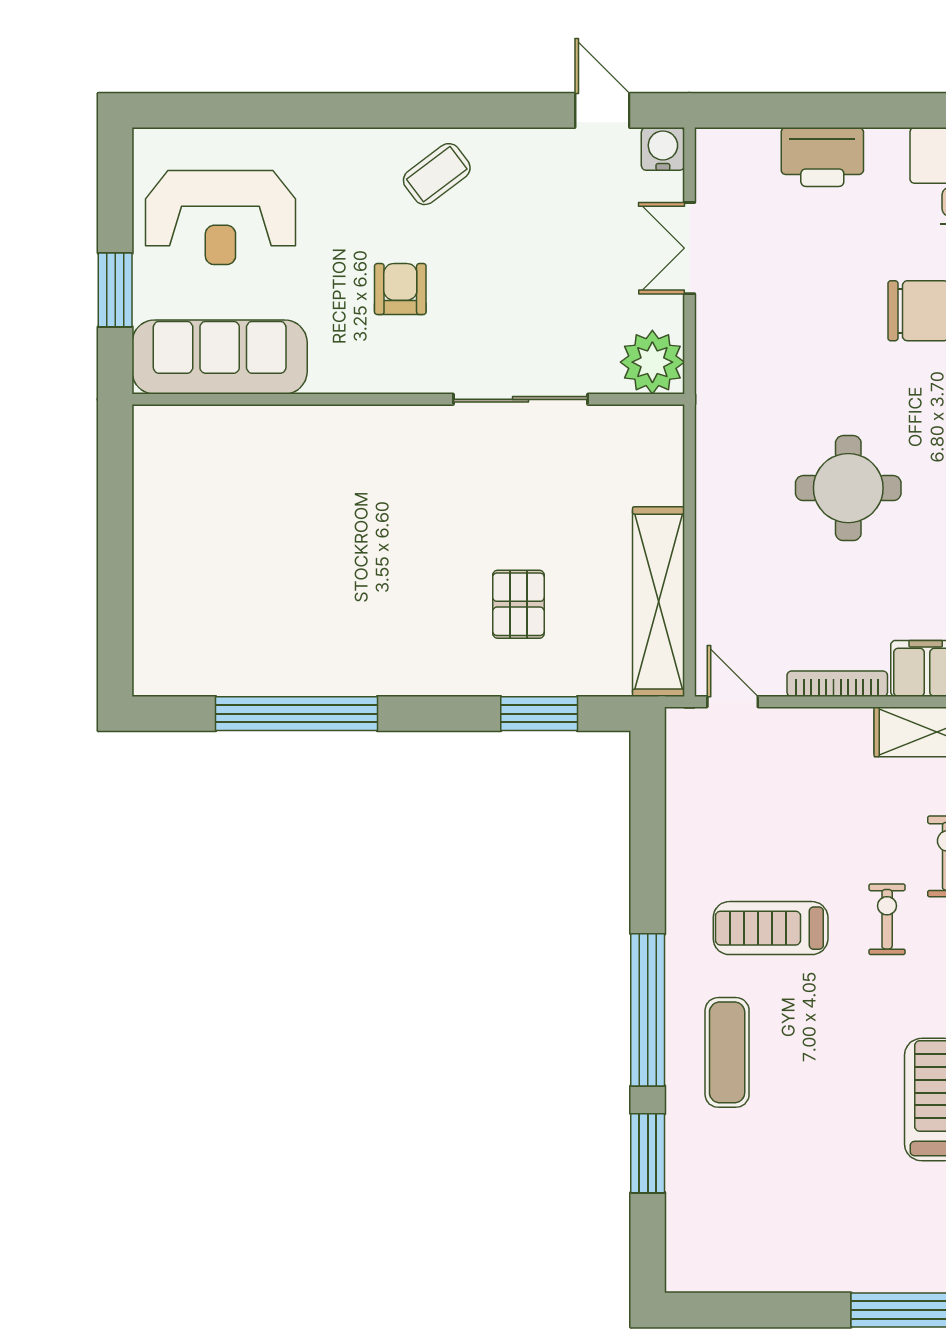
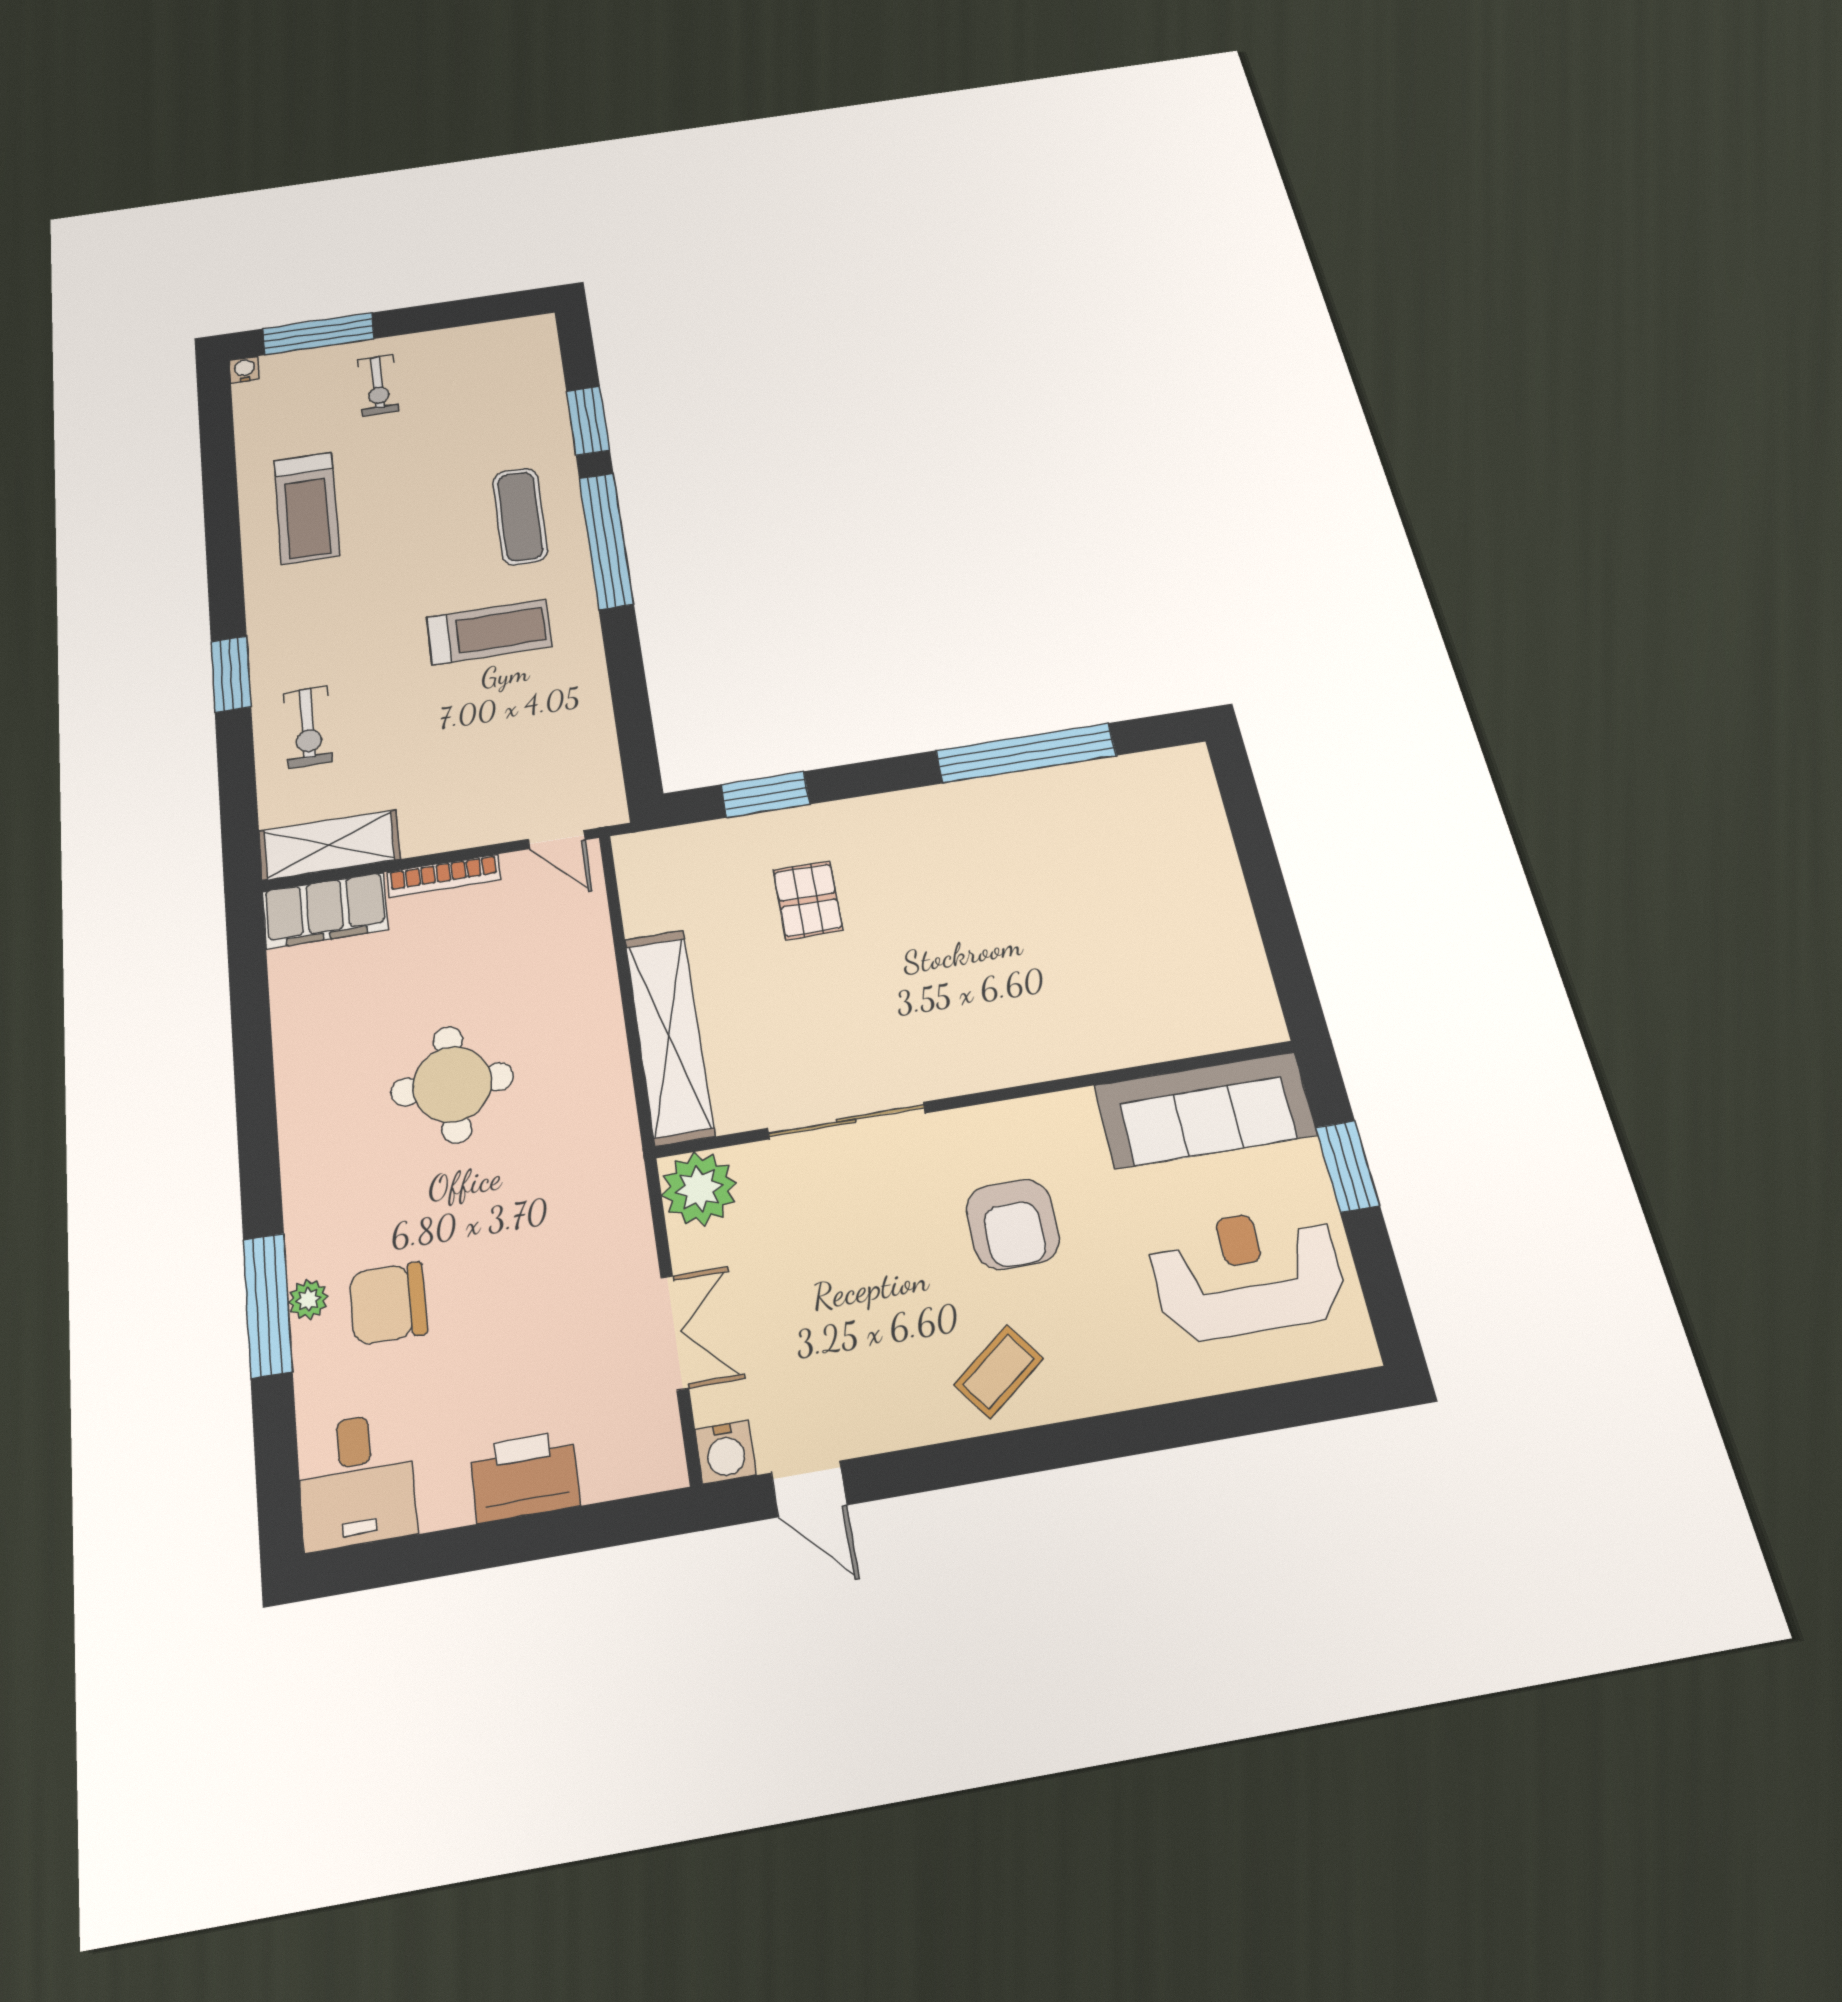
armchair: (400, 289) -> (1013, 1224), width x1.38, depth x1.38
shelving: (658, 602) -> (669, 1036), moved
exercise bike: (887, 919) -> (378, 385), moved

